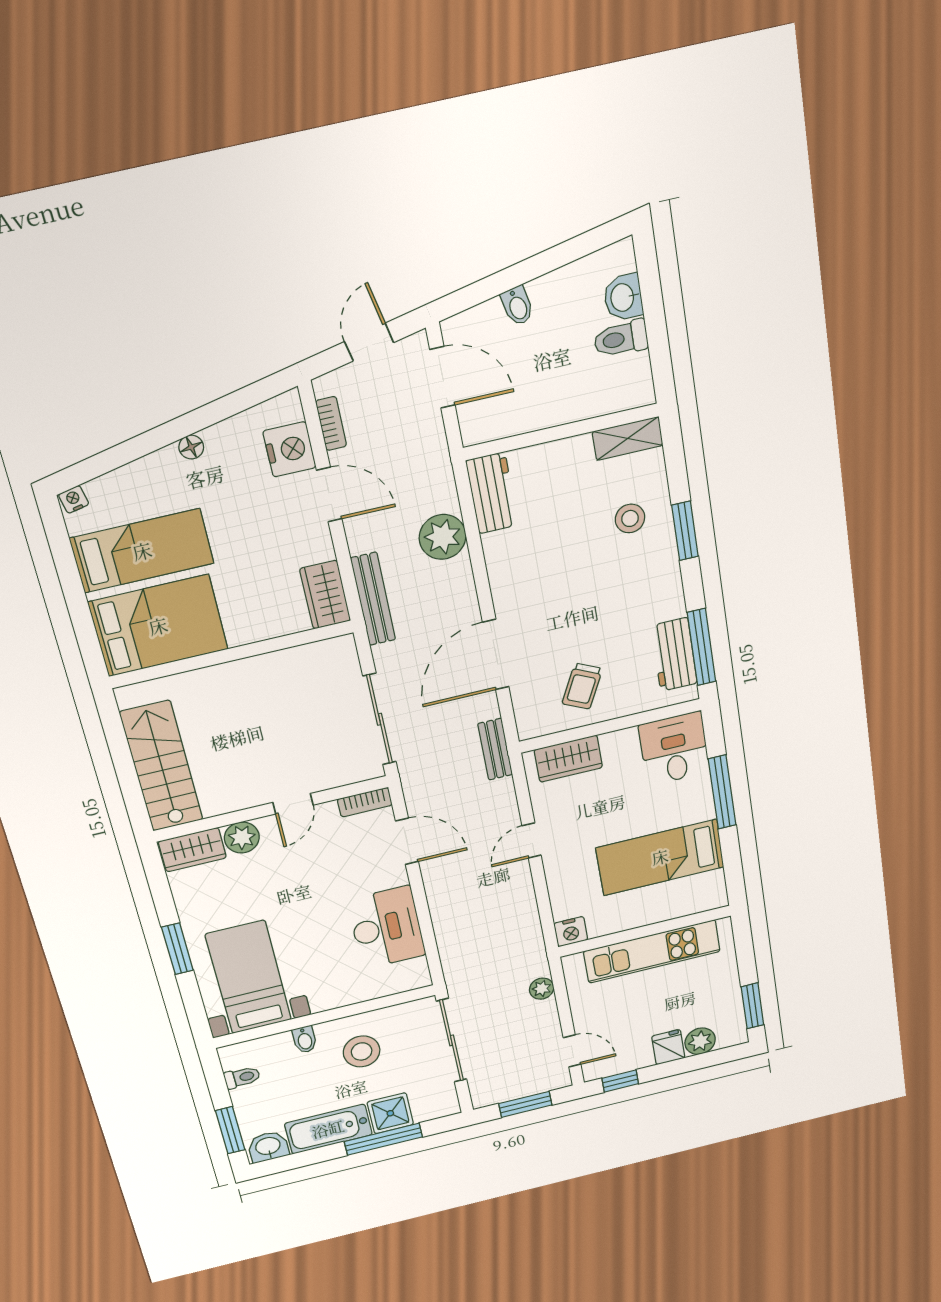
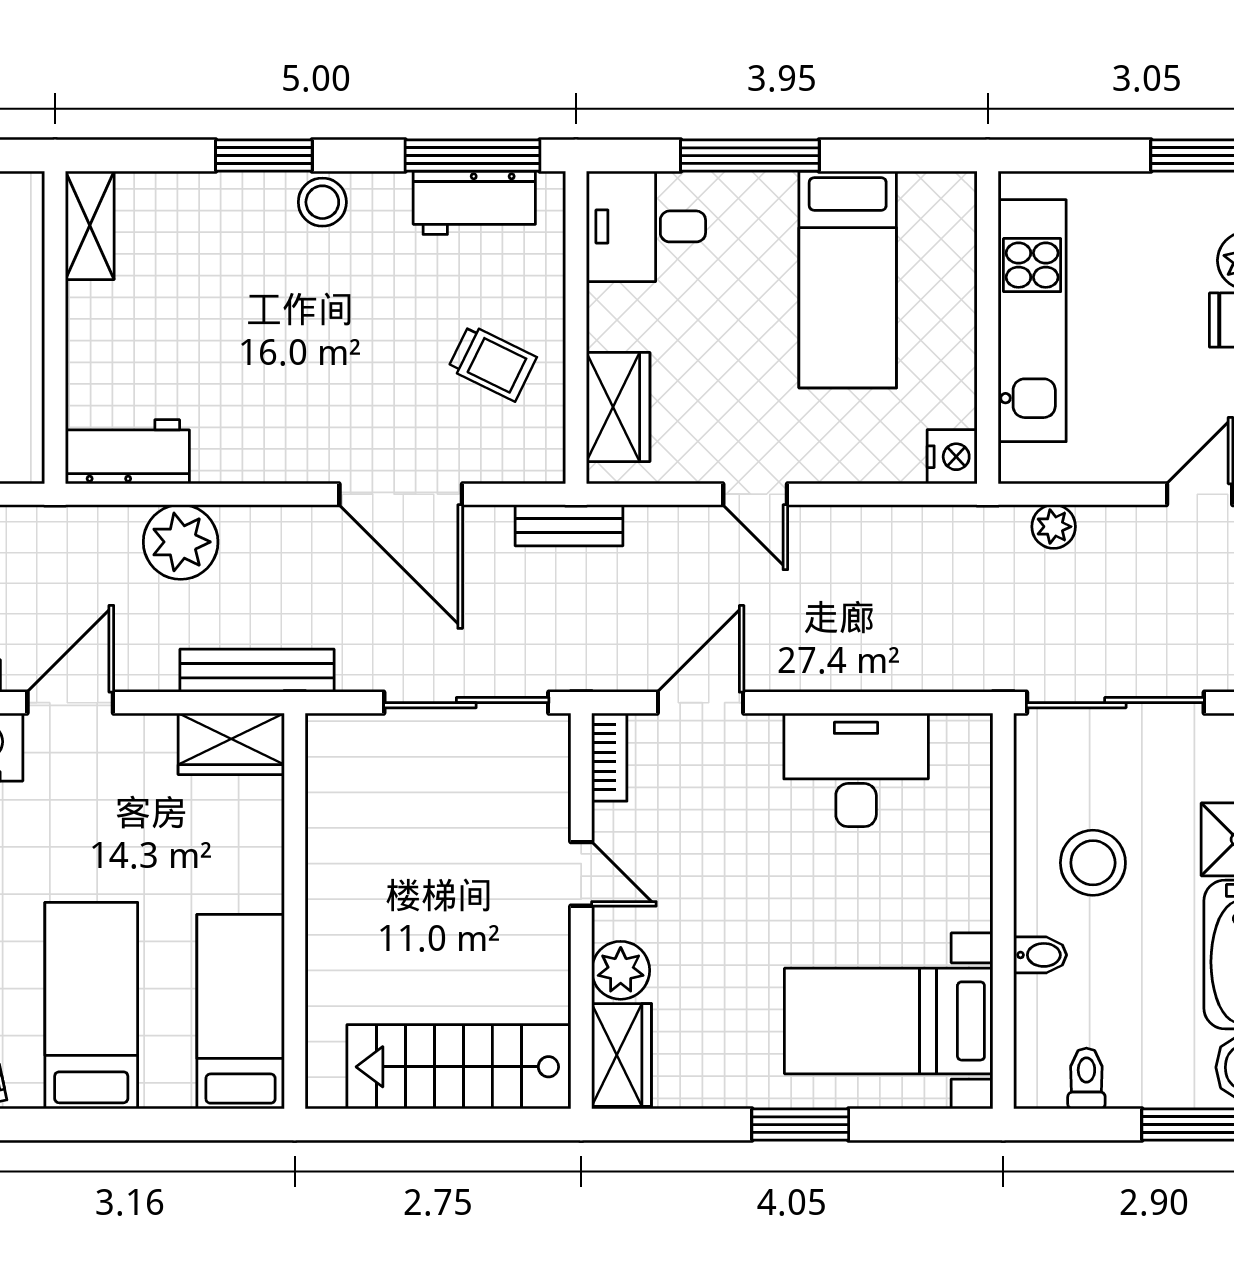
stool: (630, 518) -> (322, 202), moved
bed: (158, 626) -> (241, 1012), width x0.67

